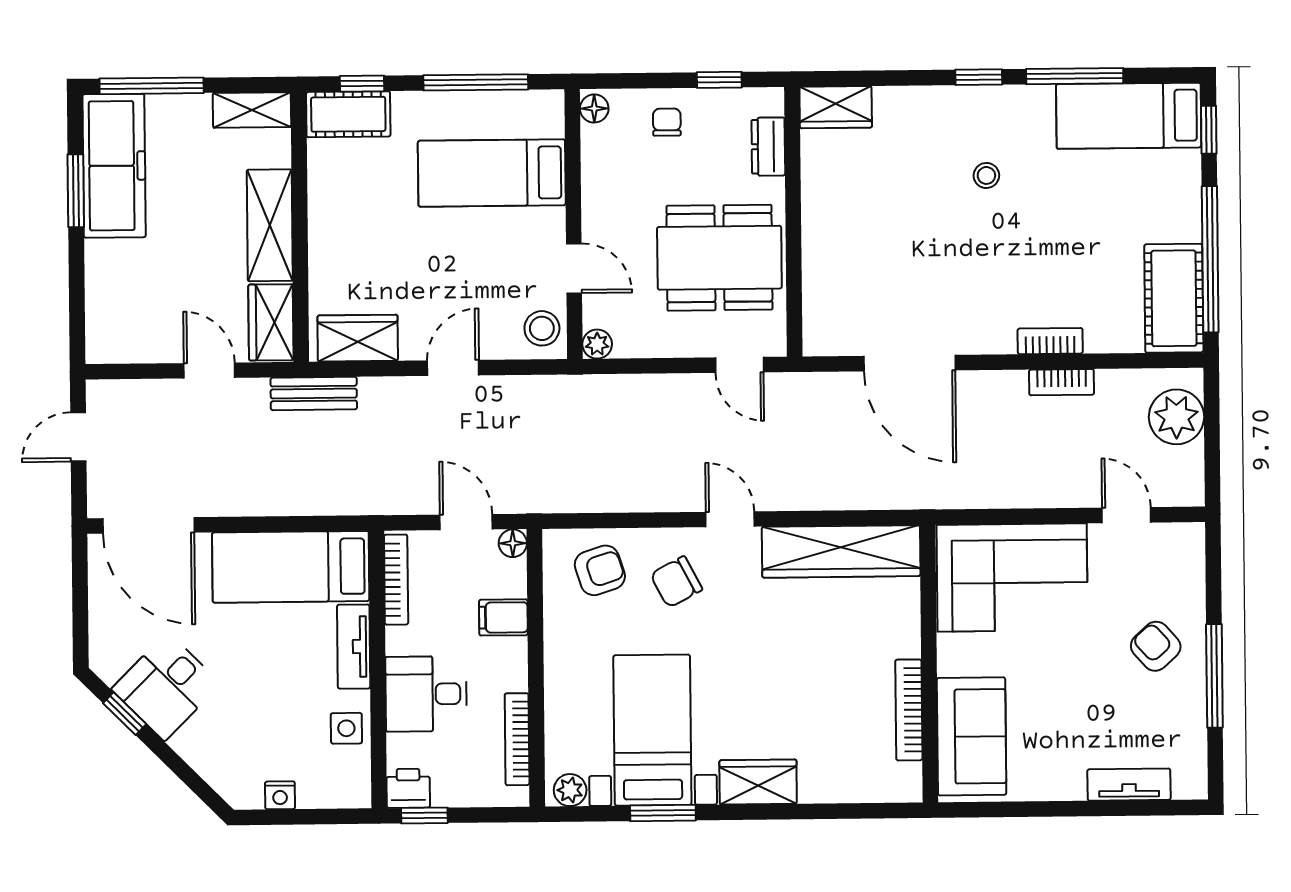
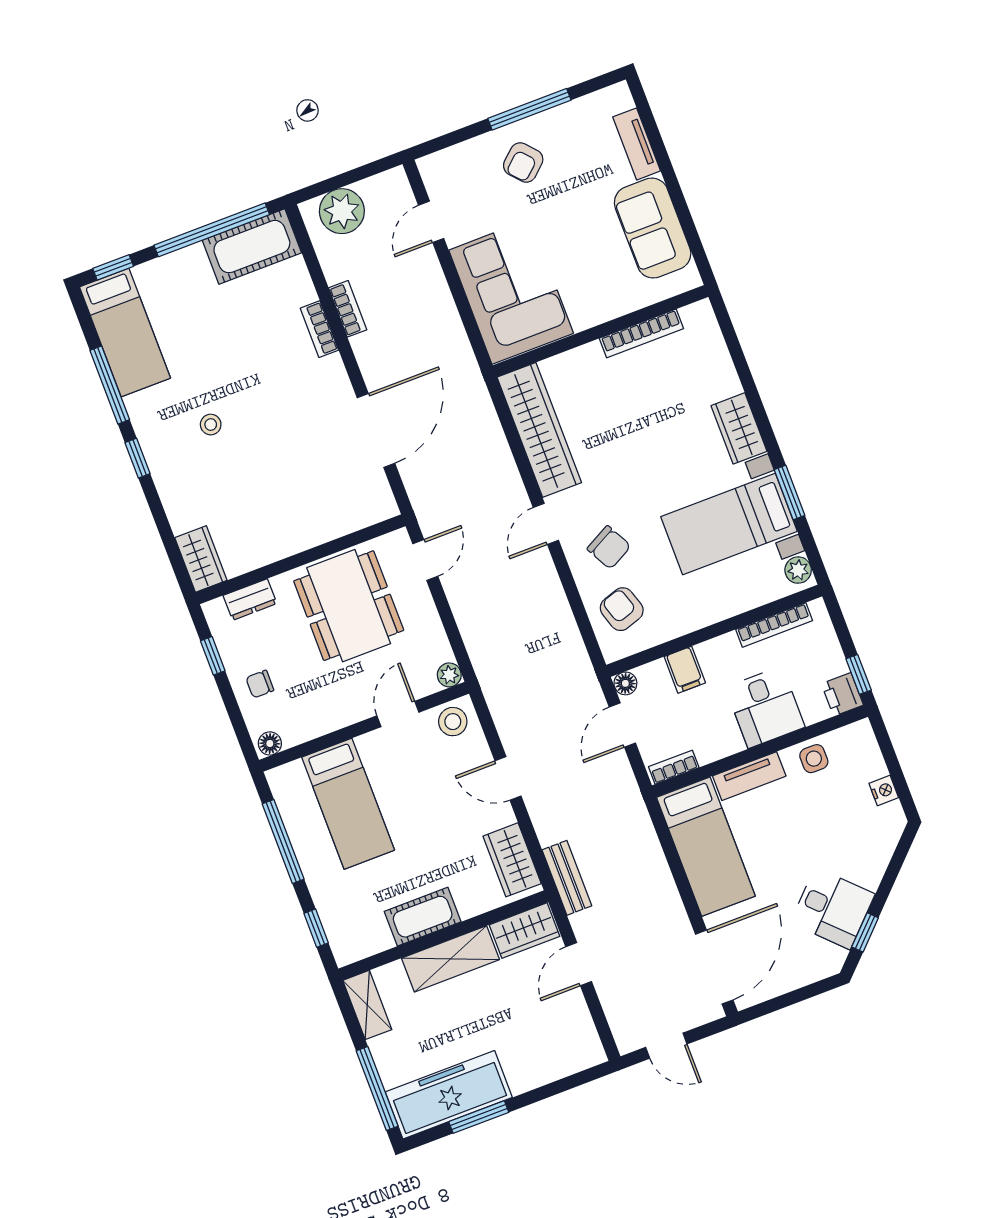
cot: (348, 114) -> (423, 917), moved, turned 90
bookcase: (396, 580) -> (674, 767), width x0.64
sofa: (972, 736) -> (653, 228), moved, turned -90

